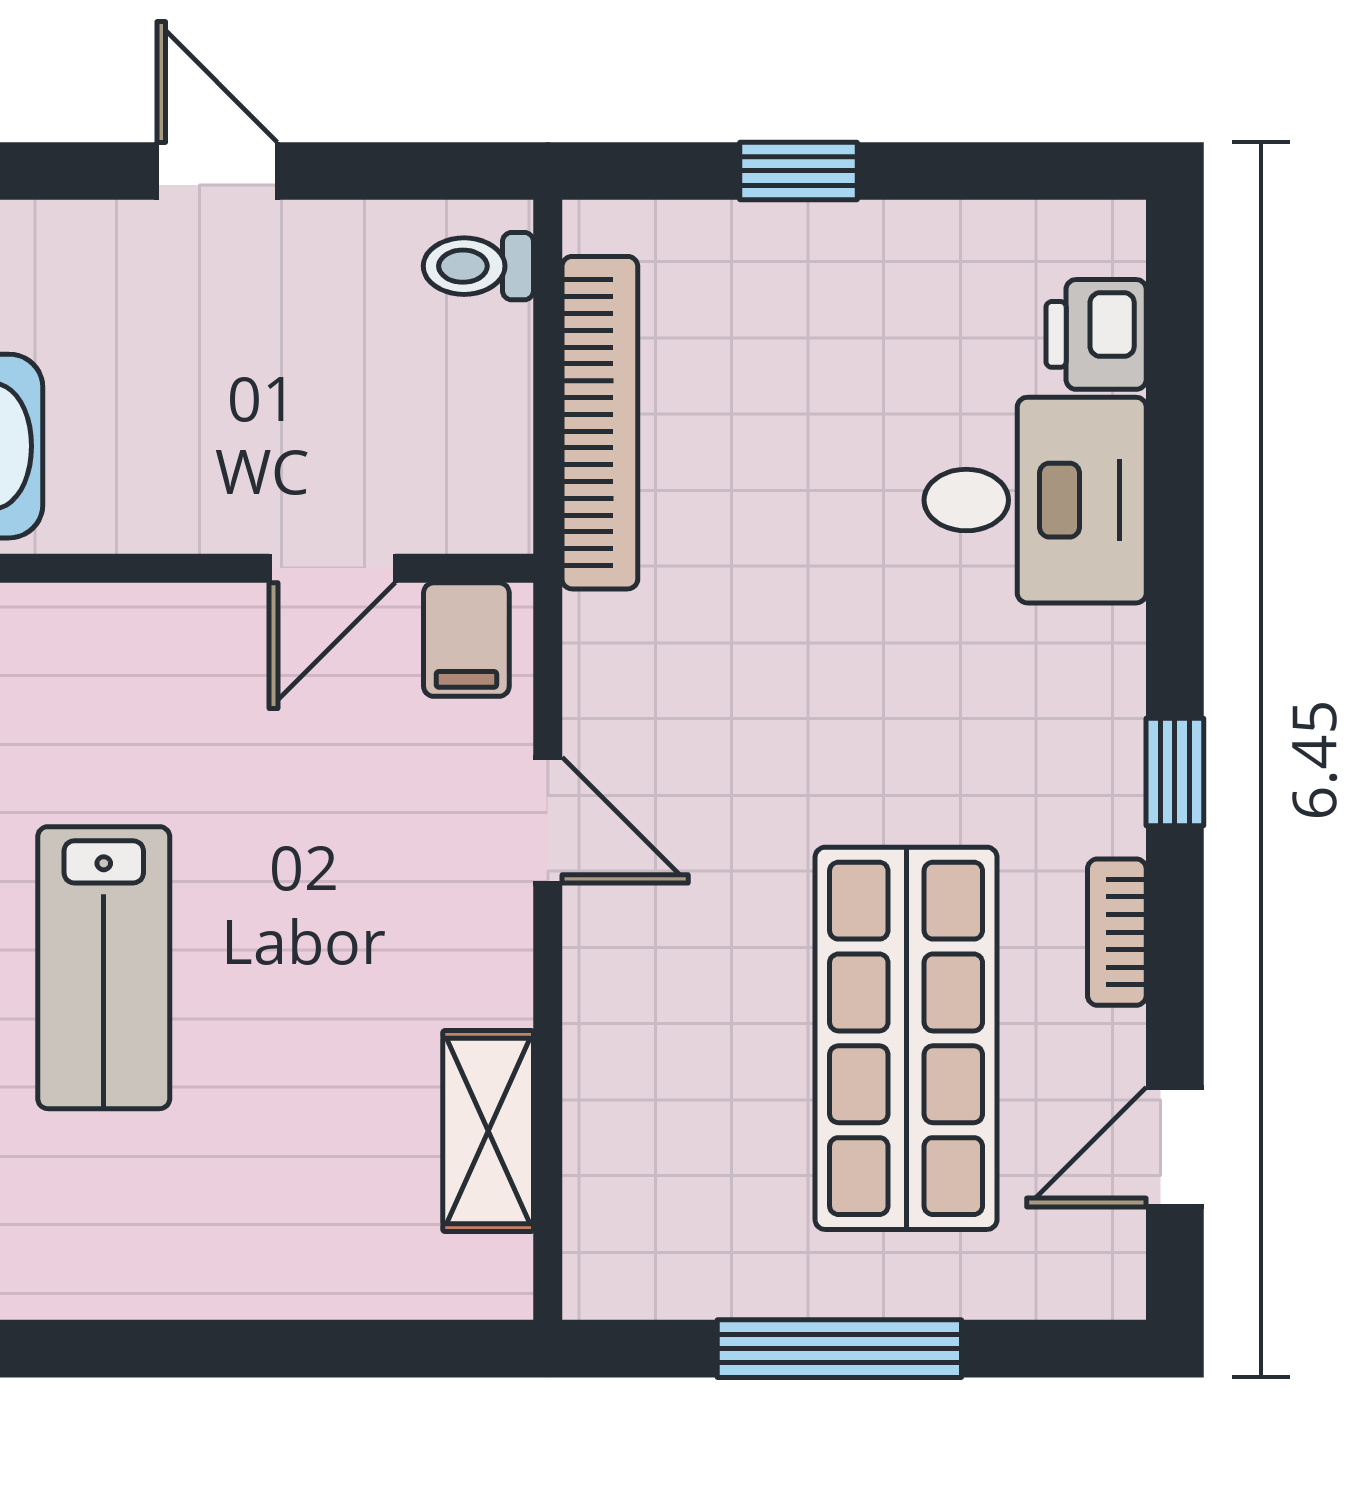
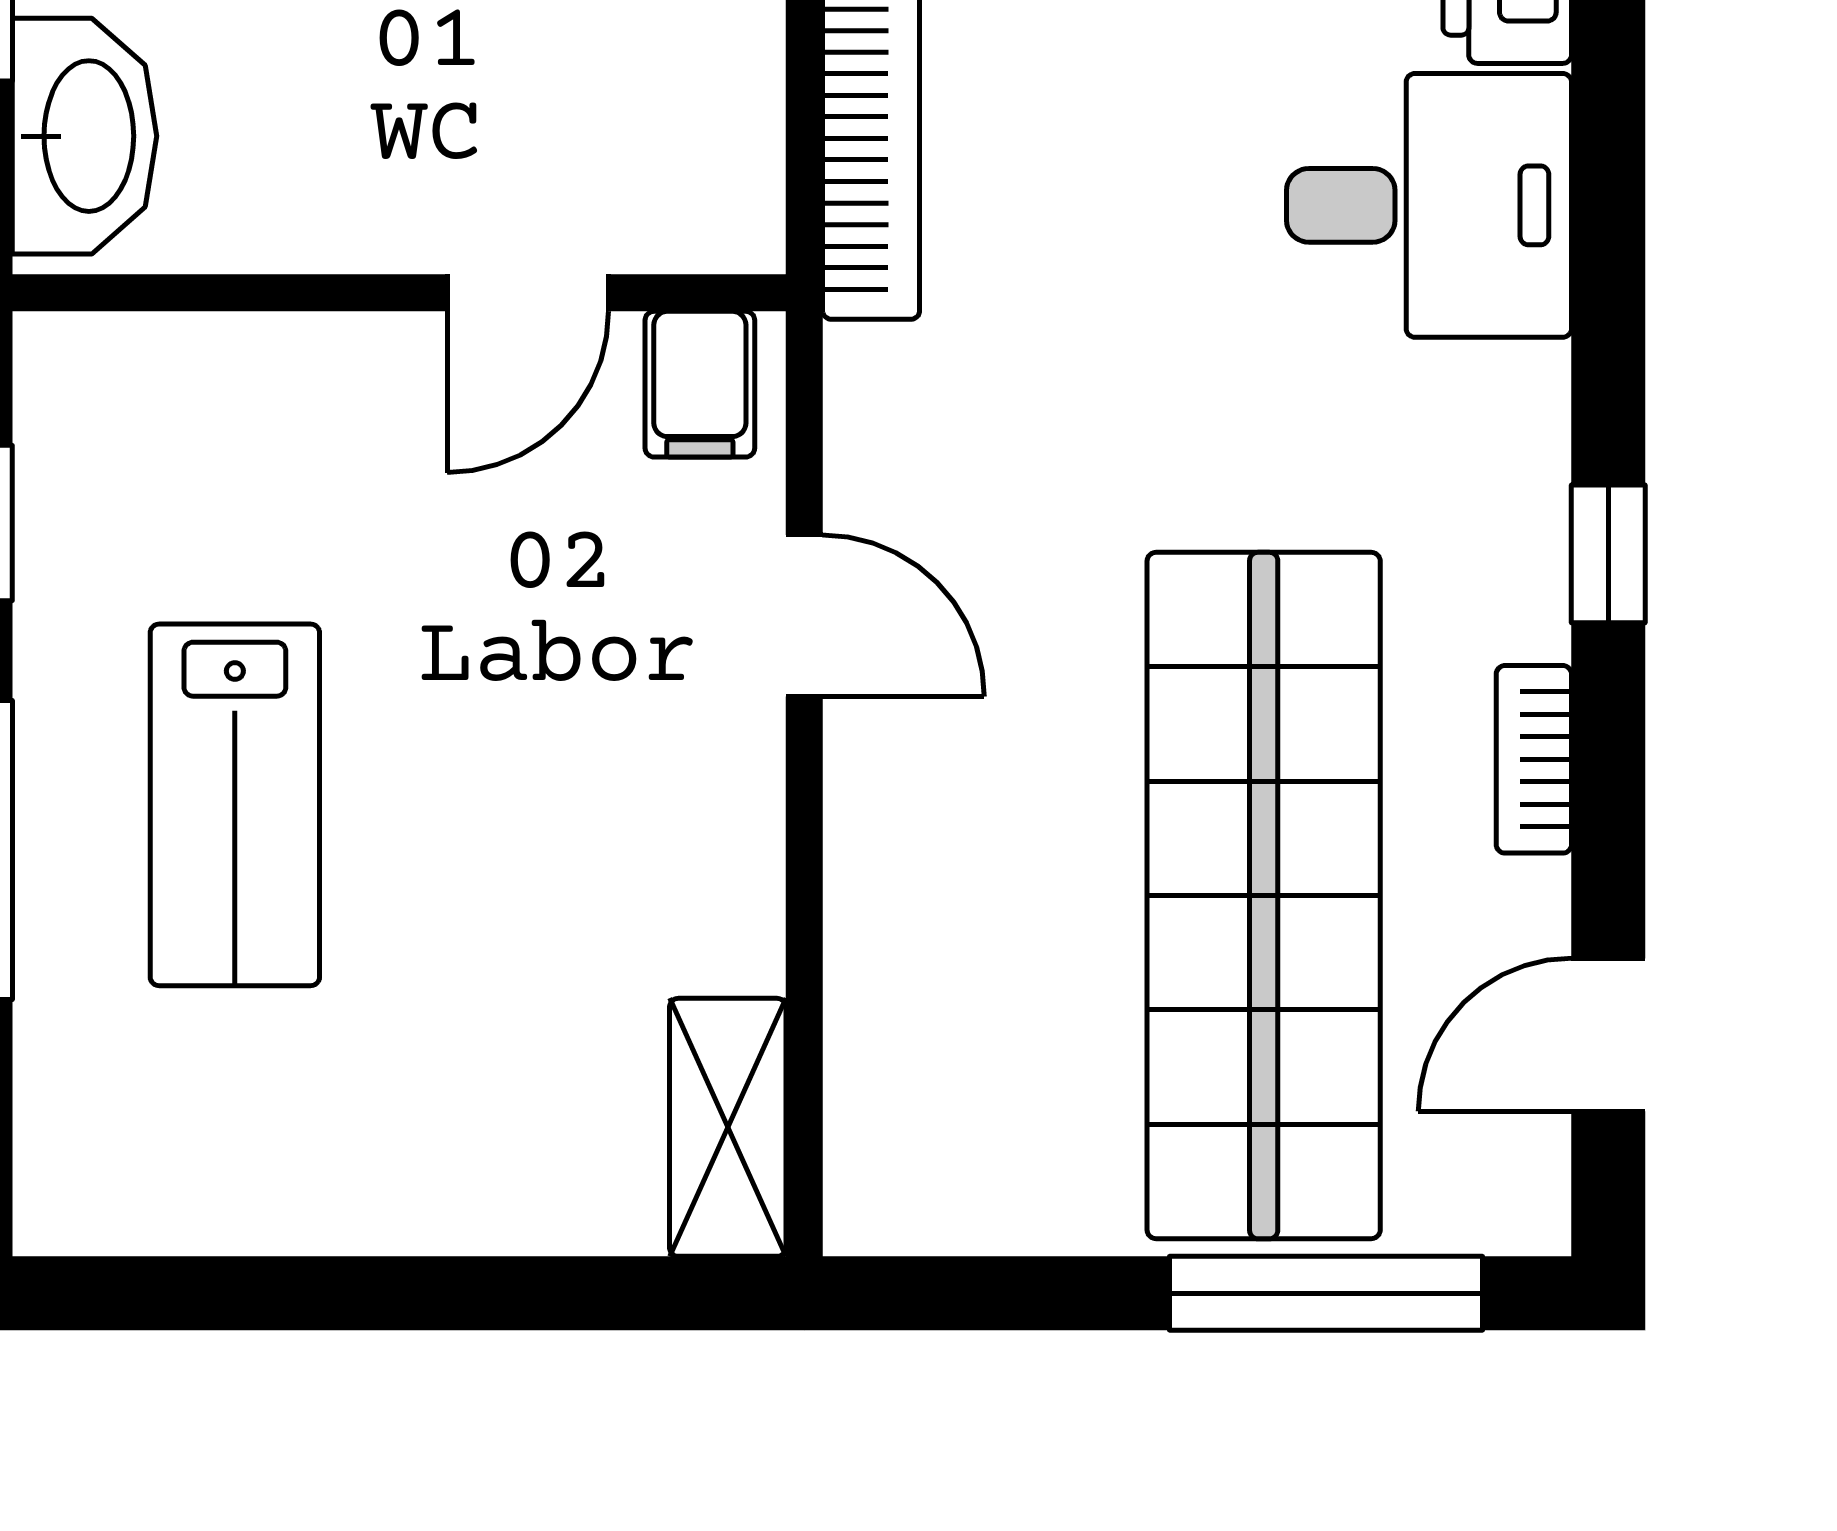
shop shelf: (906, 1038) -> (1264, 896), width x1.40
shelving: (488, 1131) -> (728, 1127), moved
window: (839, 1349) -> (1326, 1293), moved

